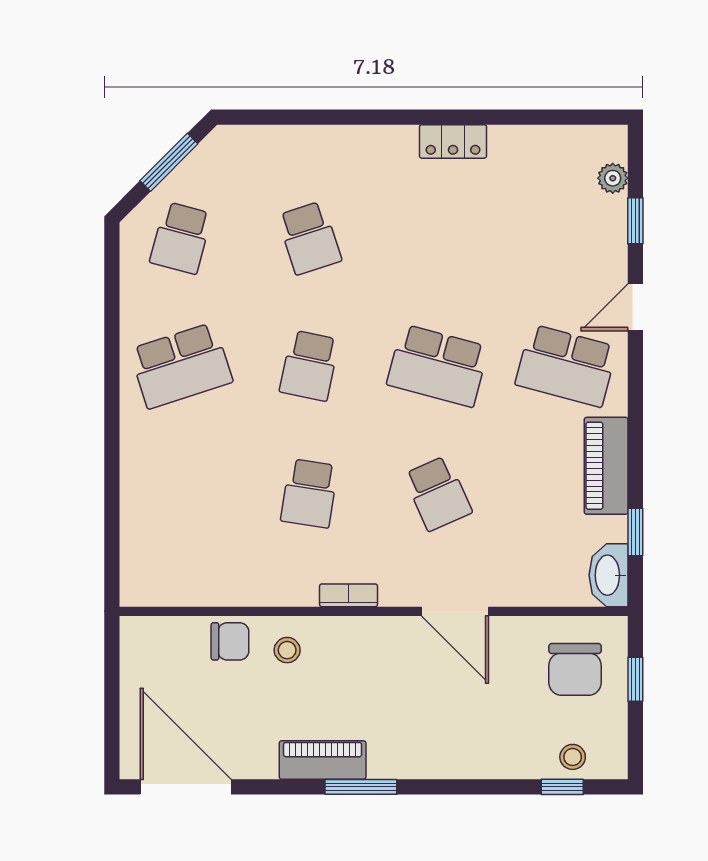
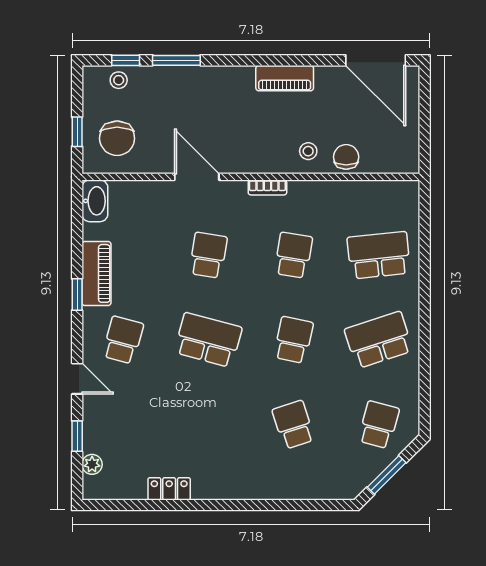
locker: (453, 141) -> (169, 489), moved
door: (635, 307) -> (77, 379), hinge flipped
school desk: (566, 366) -> (123, 340), width x0.54
school desk: (181, 493) -> (379, 255), added
school desk: (438, 493) -> (208, 255), turned 33
window: (635, 532) -> (77, 295), moved
chair: (230, 641) -> (346, 157), turned 90
chair: (575, 669) -> (117, 138), turned 180
window: (361, 787) -> (176, 60), moved

